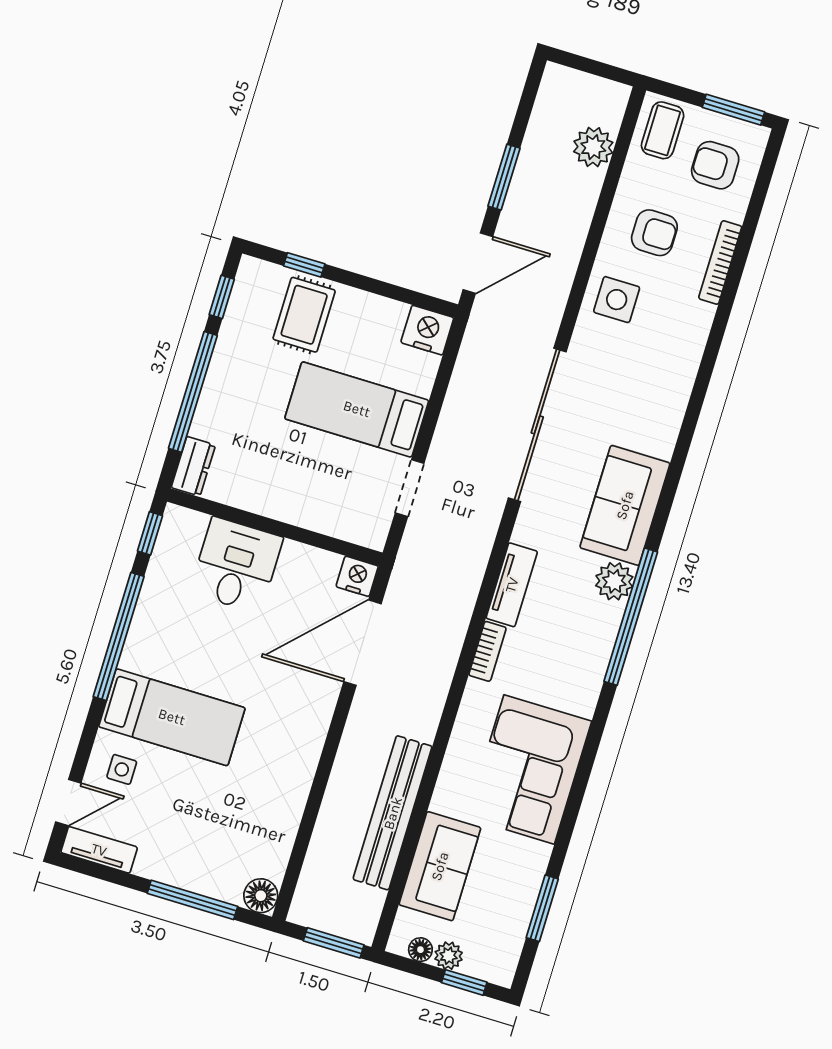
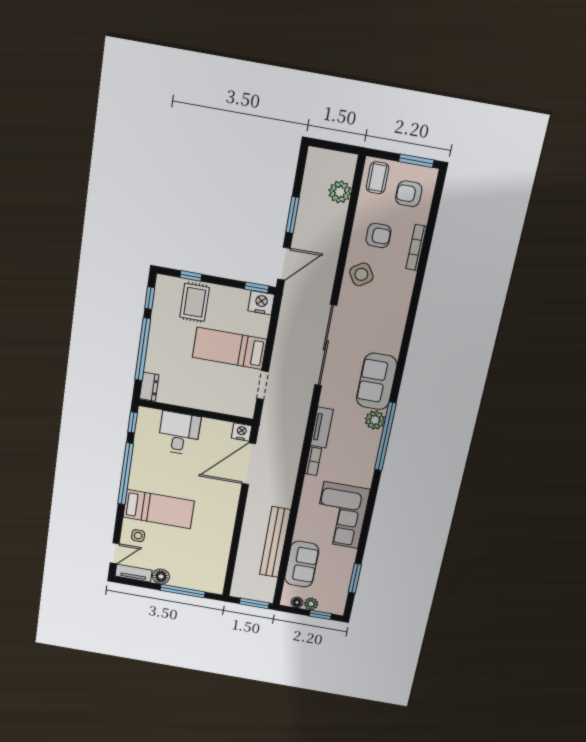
side table: (617, 300) -> (361, 274), turned -33
window: (423, 301) -> (257, 287), added
floor lamp: (261, 896) -> (161, 577), moved

